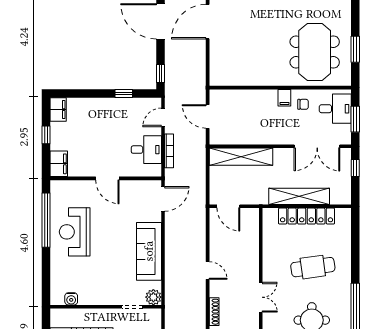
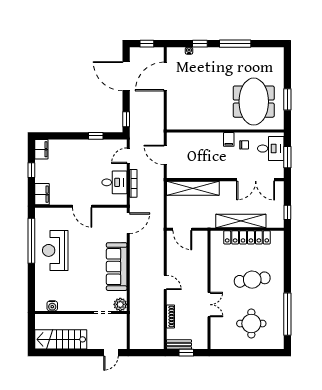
window: (355, 168) -> (287, 212), moved

